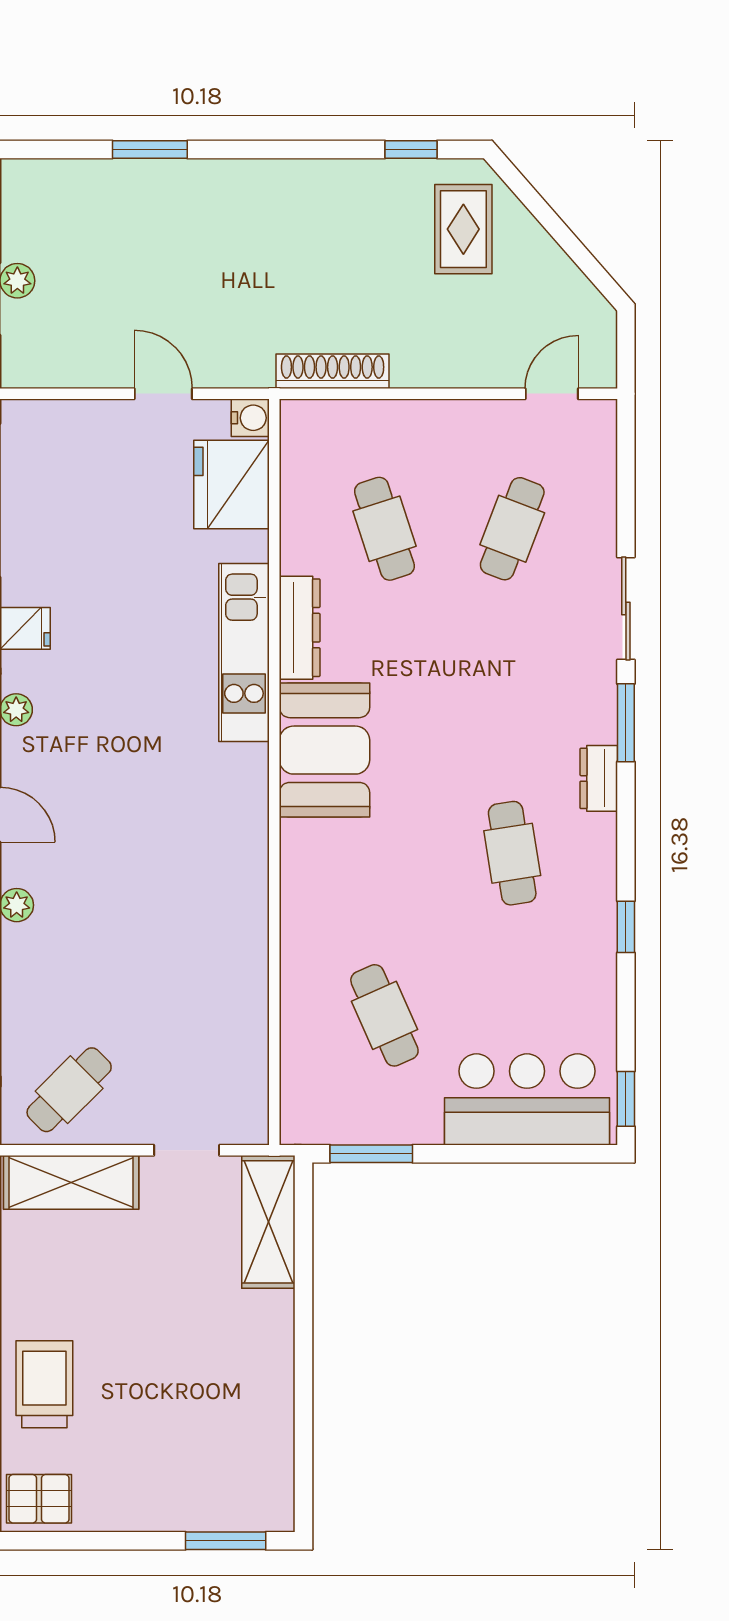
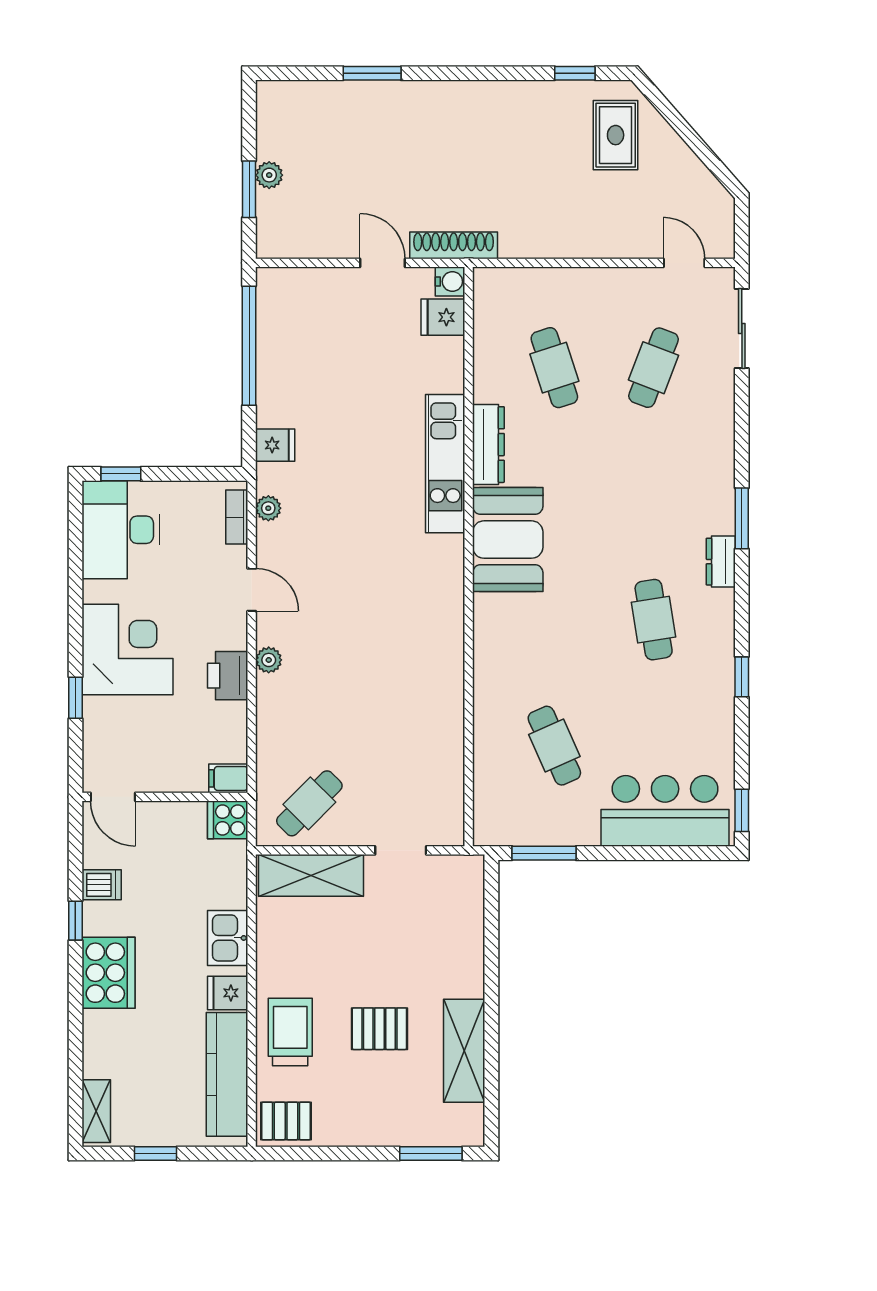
shoe rack: (333, 371) -> (454, 245), moved
door: (552, 394) -> (684, 263), hinge flipped
fridge: (231, 484) -> (443, 317), width x0.53, depth x0.75
sliding door: (626, 608) -> (742, 328), moved
shelving: (268, 1222) -> (464, 1051), moved
pallet: (159, 1380) -> (379, 1029), added

